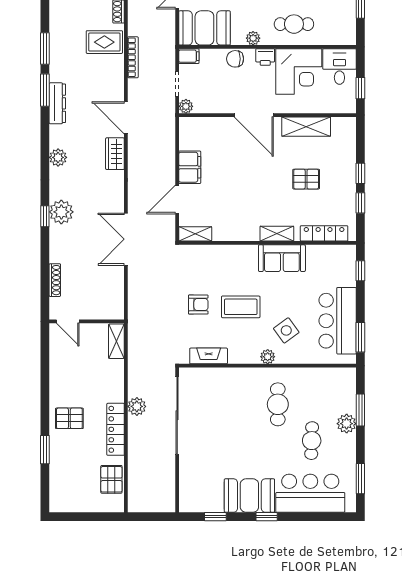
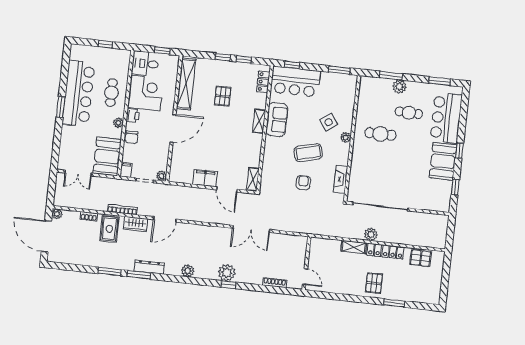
shelving: (306, 127) -> (186, 84), width x1.47
wardrobe: (115, 154) -> (136, 224), moved
locker: (324, 233) -> (263, 82), width x0.66
coffee table: (241, 307) -> (308, 153), turned 75
door: (68, 321) -> (305, 277), hinge flipped
bar counter: (338, 321) -> (295, 82), moved
shelving: (116, 341) -> (354, 247), moved

